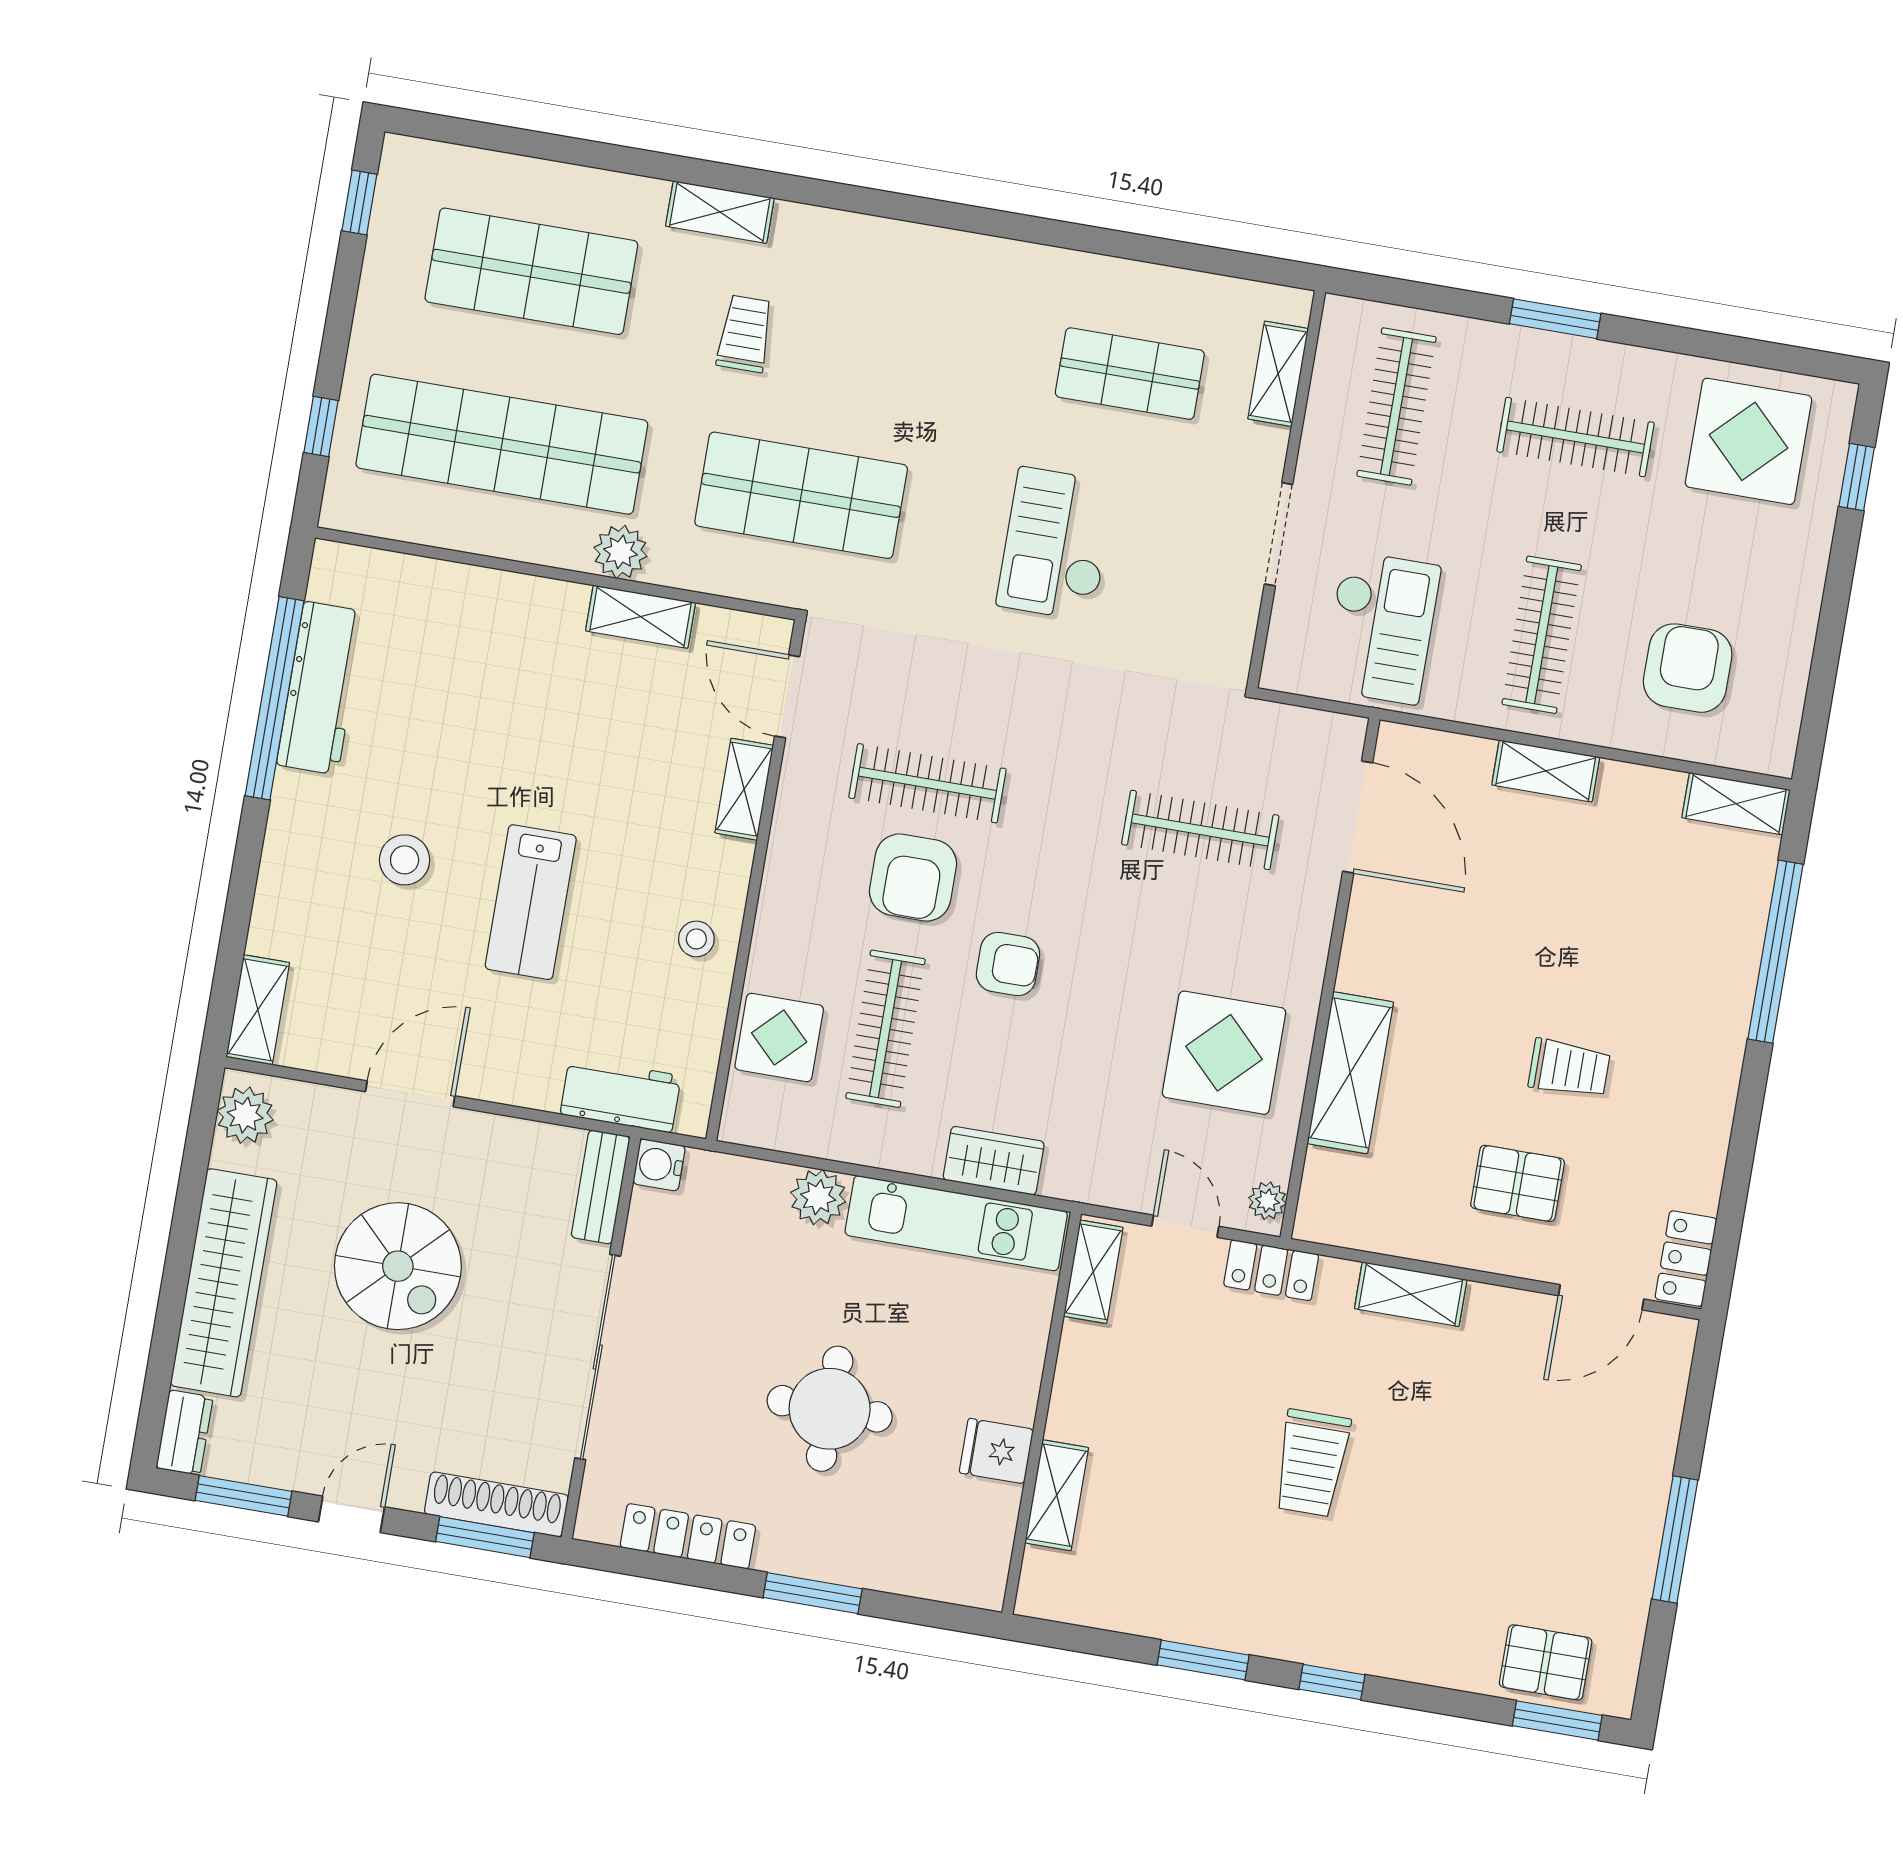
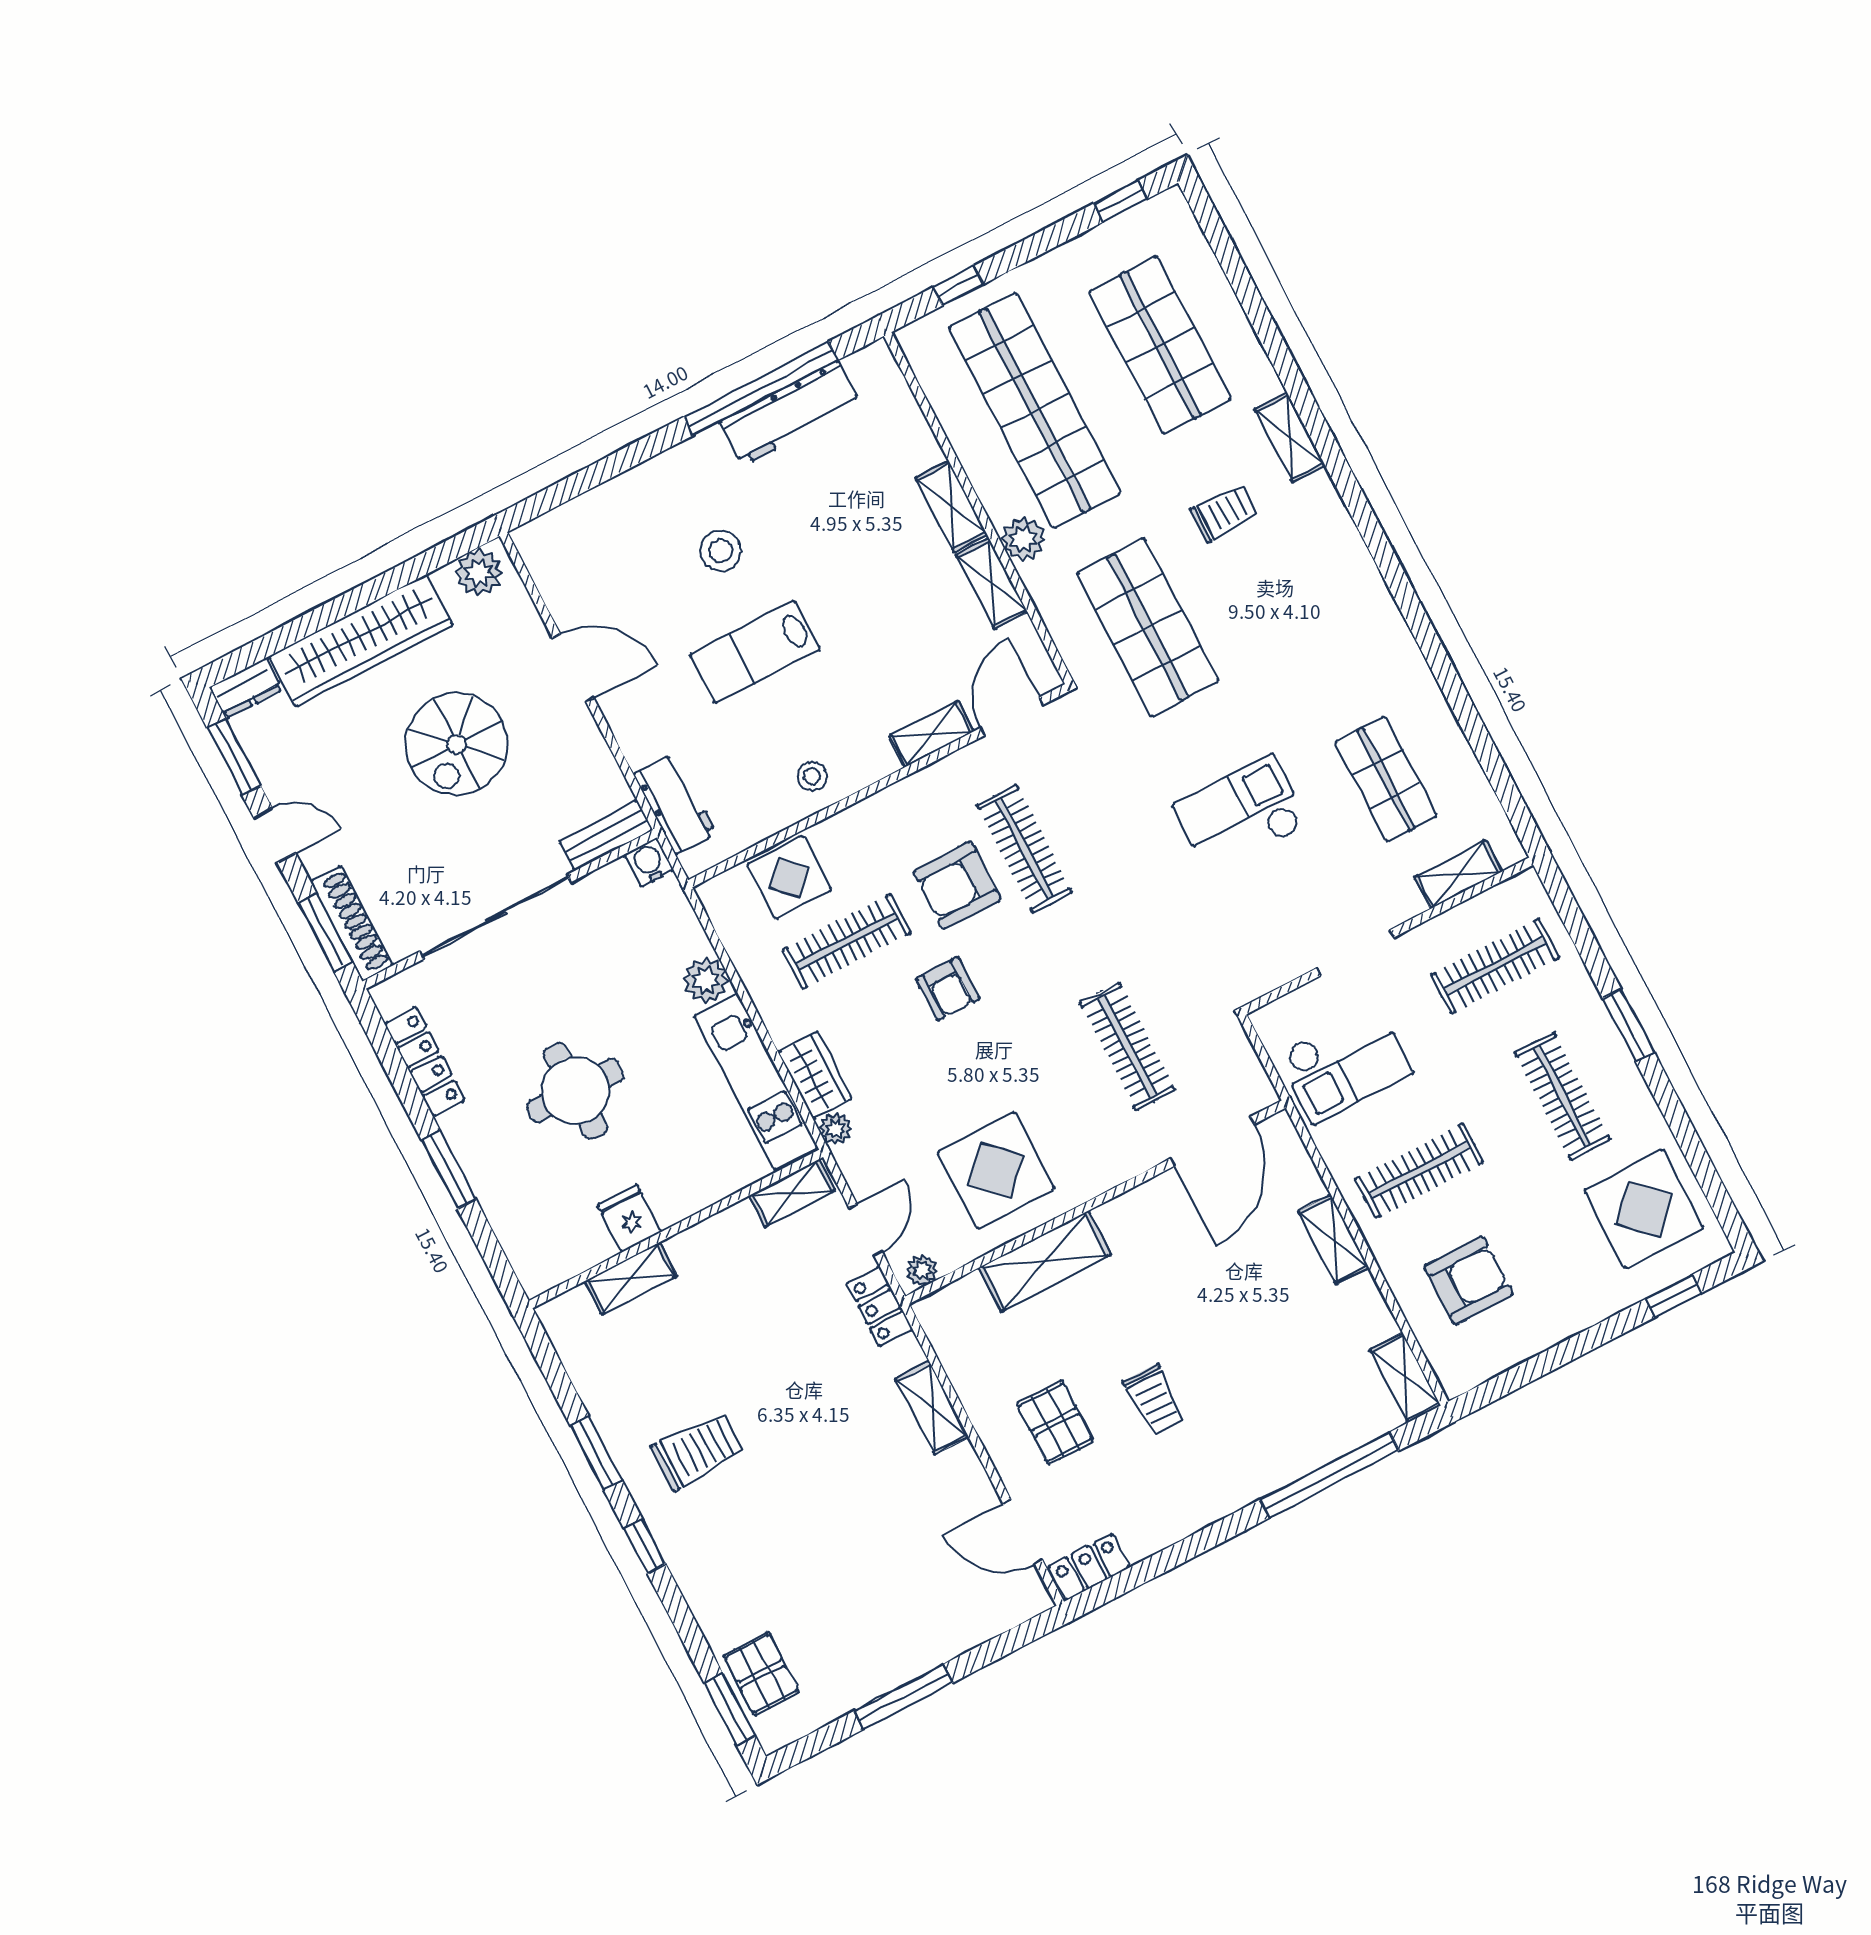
shelving: (258, 1010) -> (951, 506), moved, turned 90
plant: (1062, 1180) -> (835, 1129), added
trolley: (1312, 1463) -> (698, 1451), moved, turned 180

